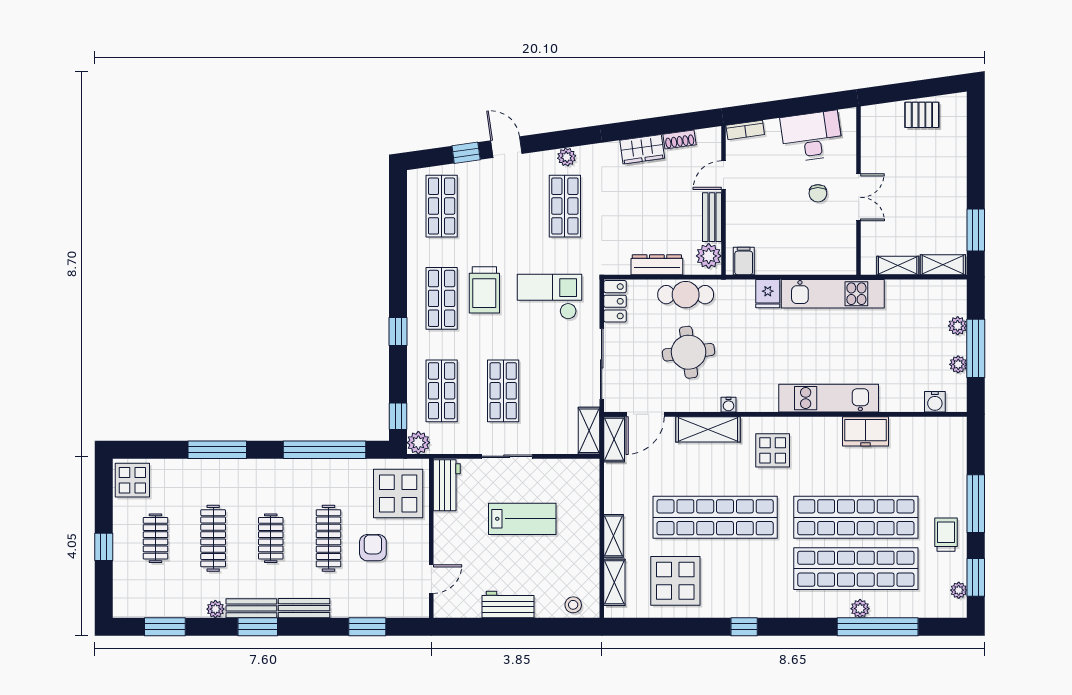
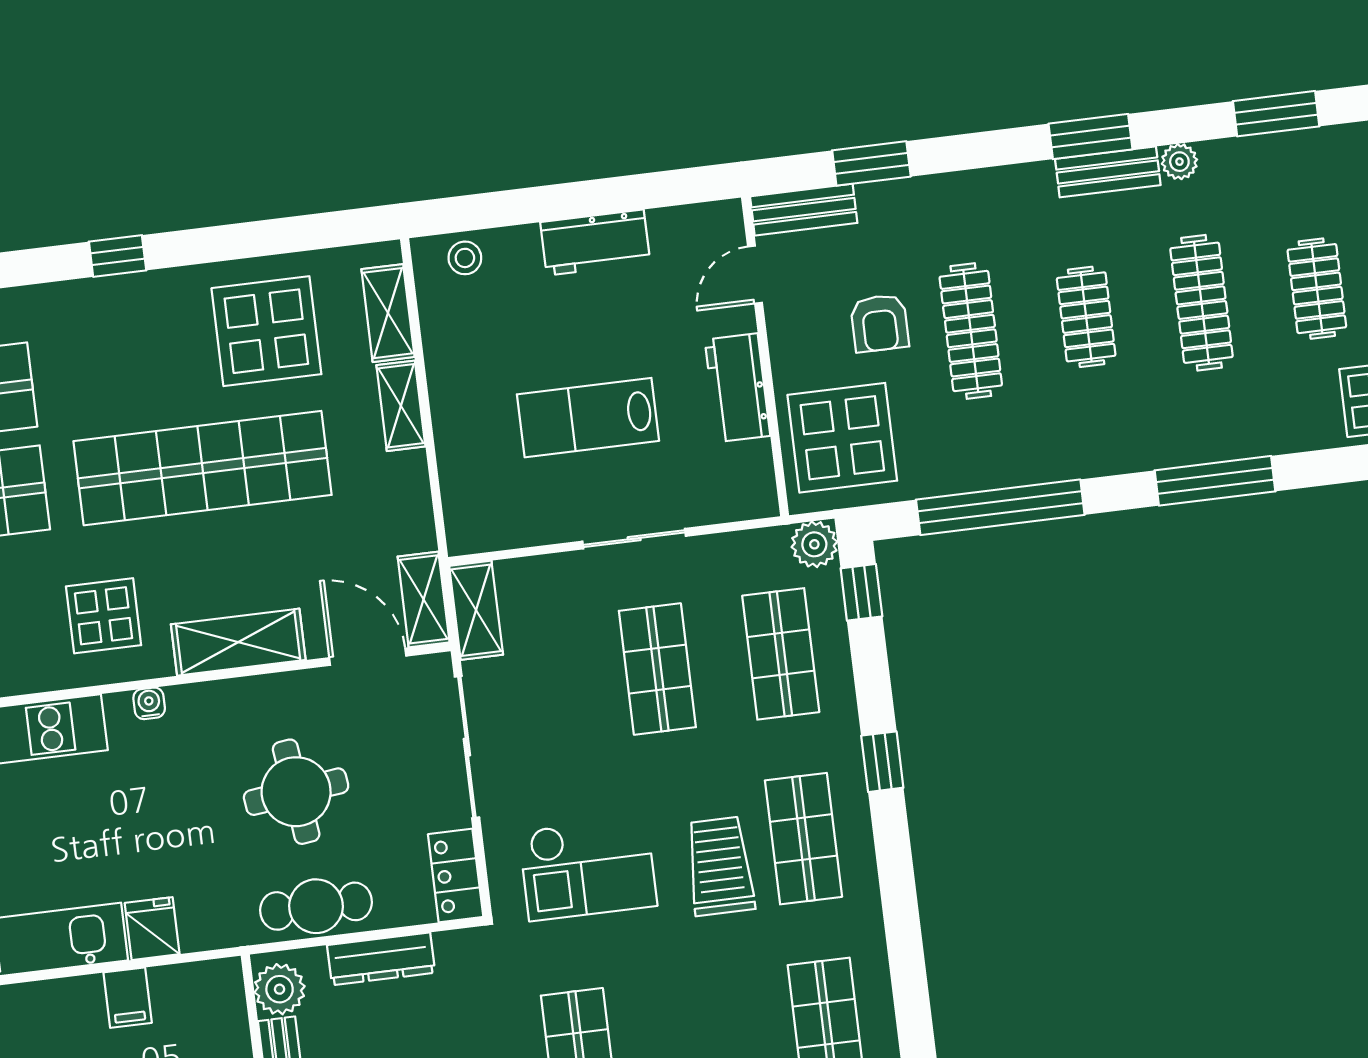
filing cabinet: (744, 261) -> (128, 998), moved
water cooler: (729, 405) -> (149, 703), moved
door: (645, 414) -> (368, 657), hinge flipped
workbench: (447, 485) -> (738, 388), moved
bench: (304, 608) -> (804, 210), moved

